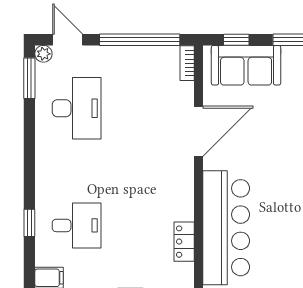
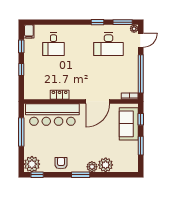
door: (199, 131) -> (98, 102), hinge flipped
window: (29, 223) -> (97, 22), moved
locker: (184, 242) -> (60, 95), moved

